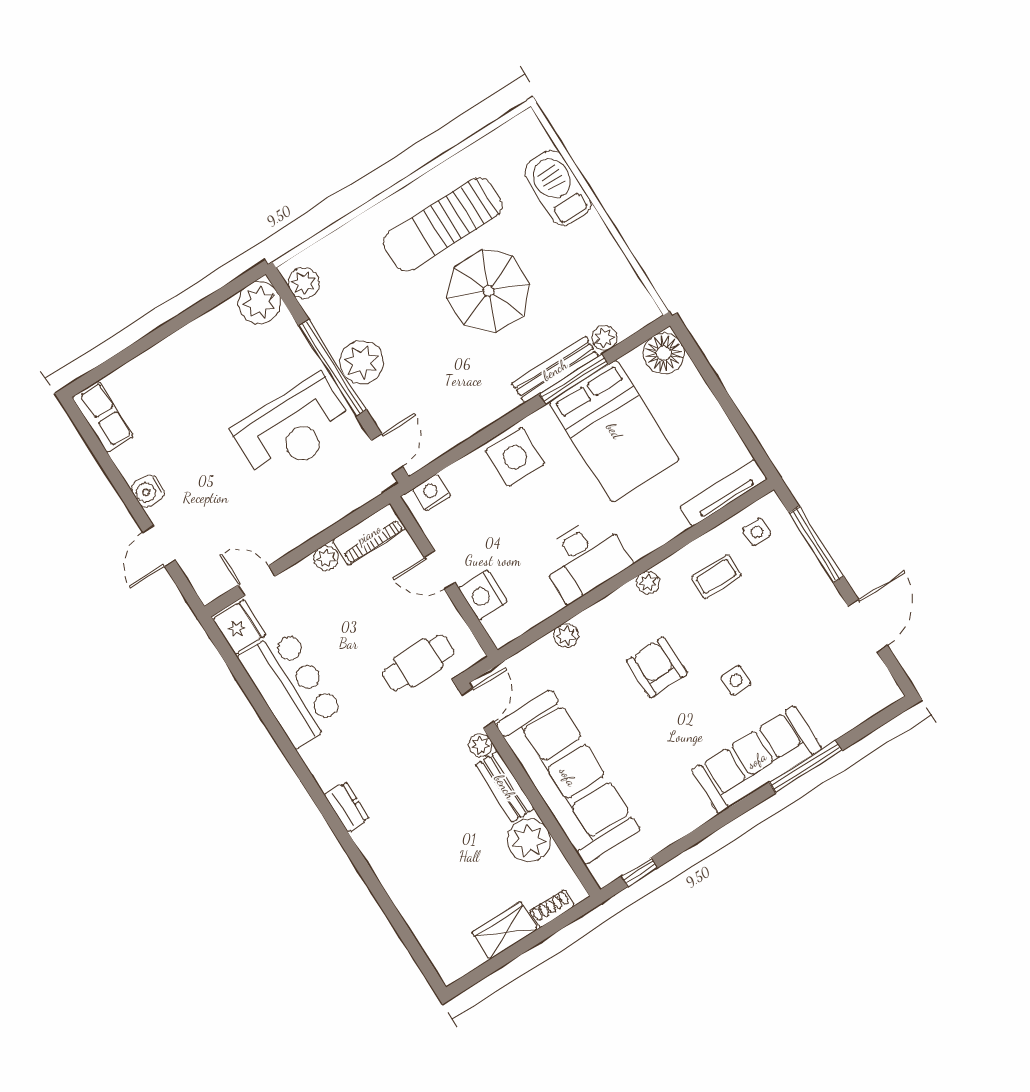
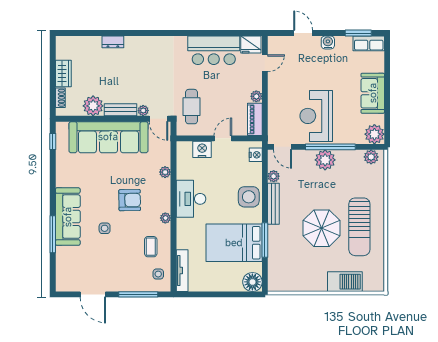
sun lounger: (443, 224) -> (359, 227), turned 180
plant: (604, 338) -> (274, 176), moved
sofa: (188, 353) -> (373, 93), added
bench: (555, 370) -> (273, 204), moved
window: (96, 447) -> (358, 33), added
dresser: (347, 807) -> (113, 42), moved

